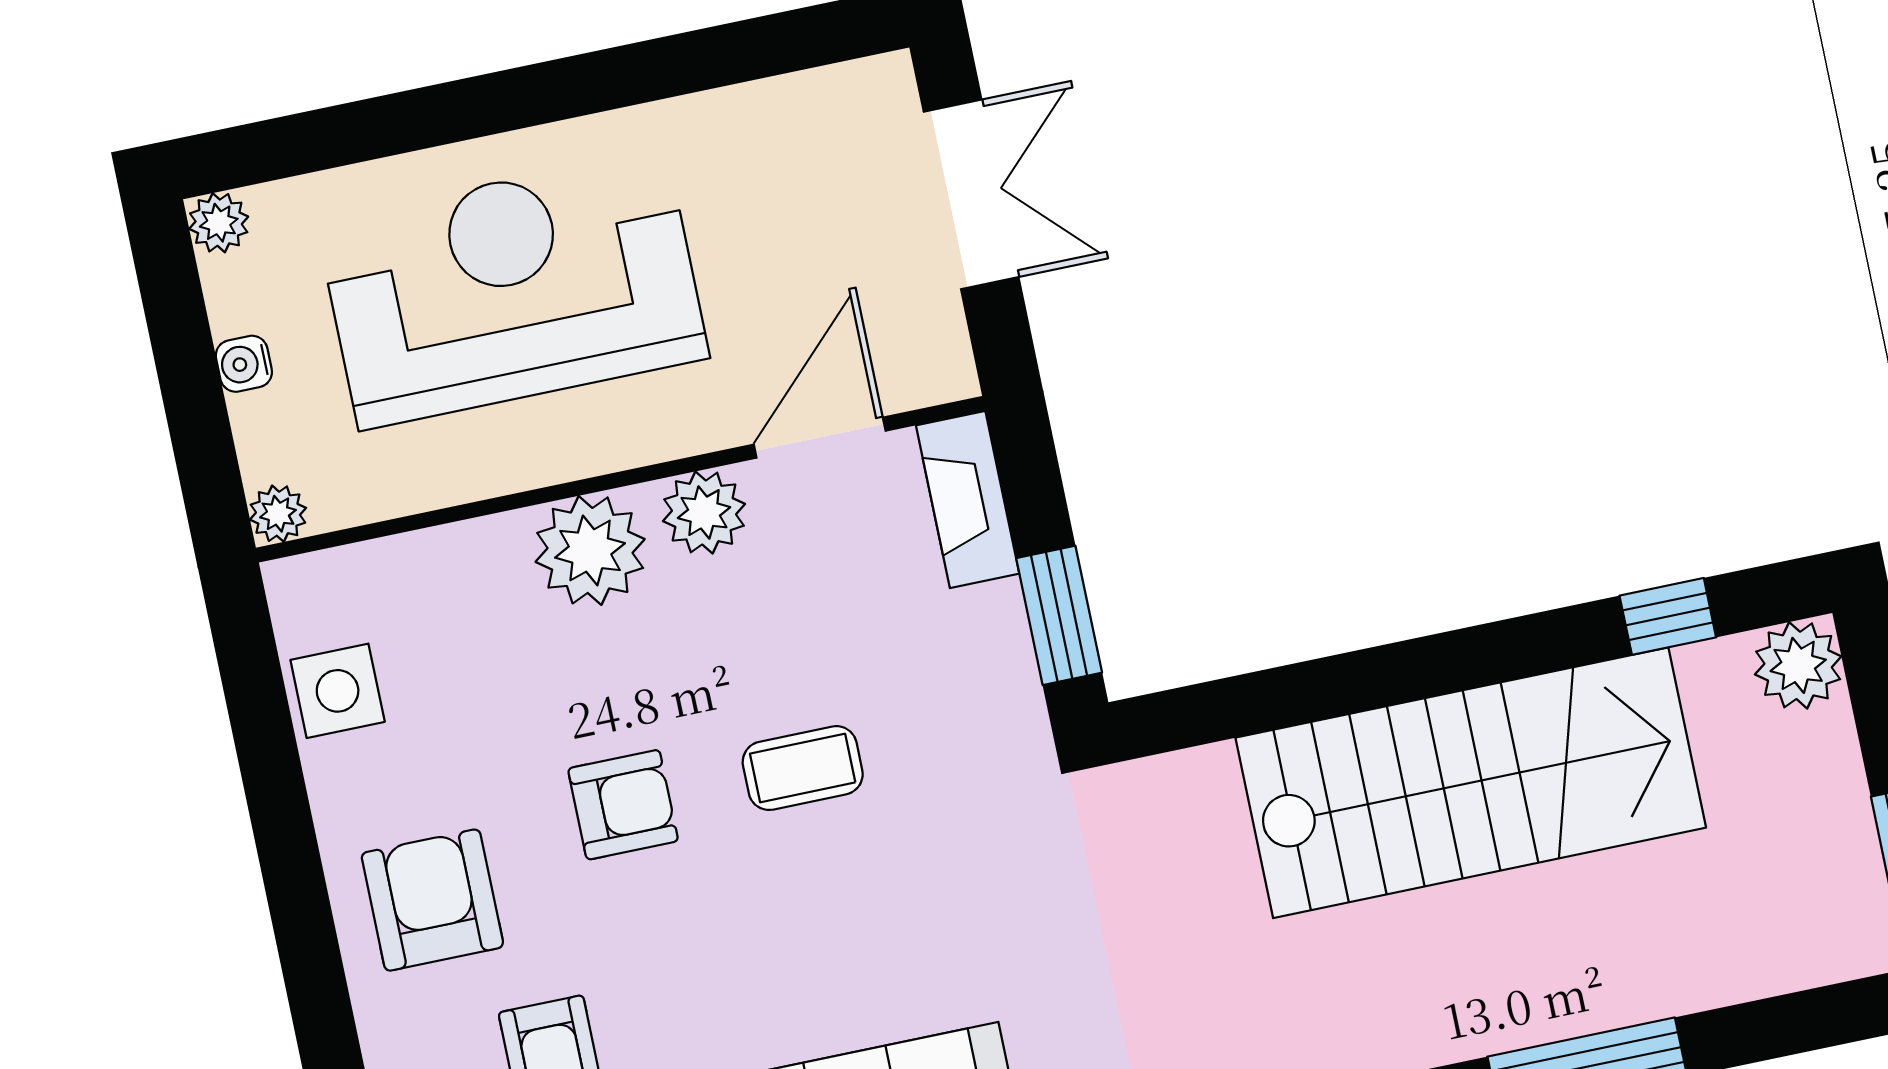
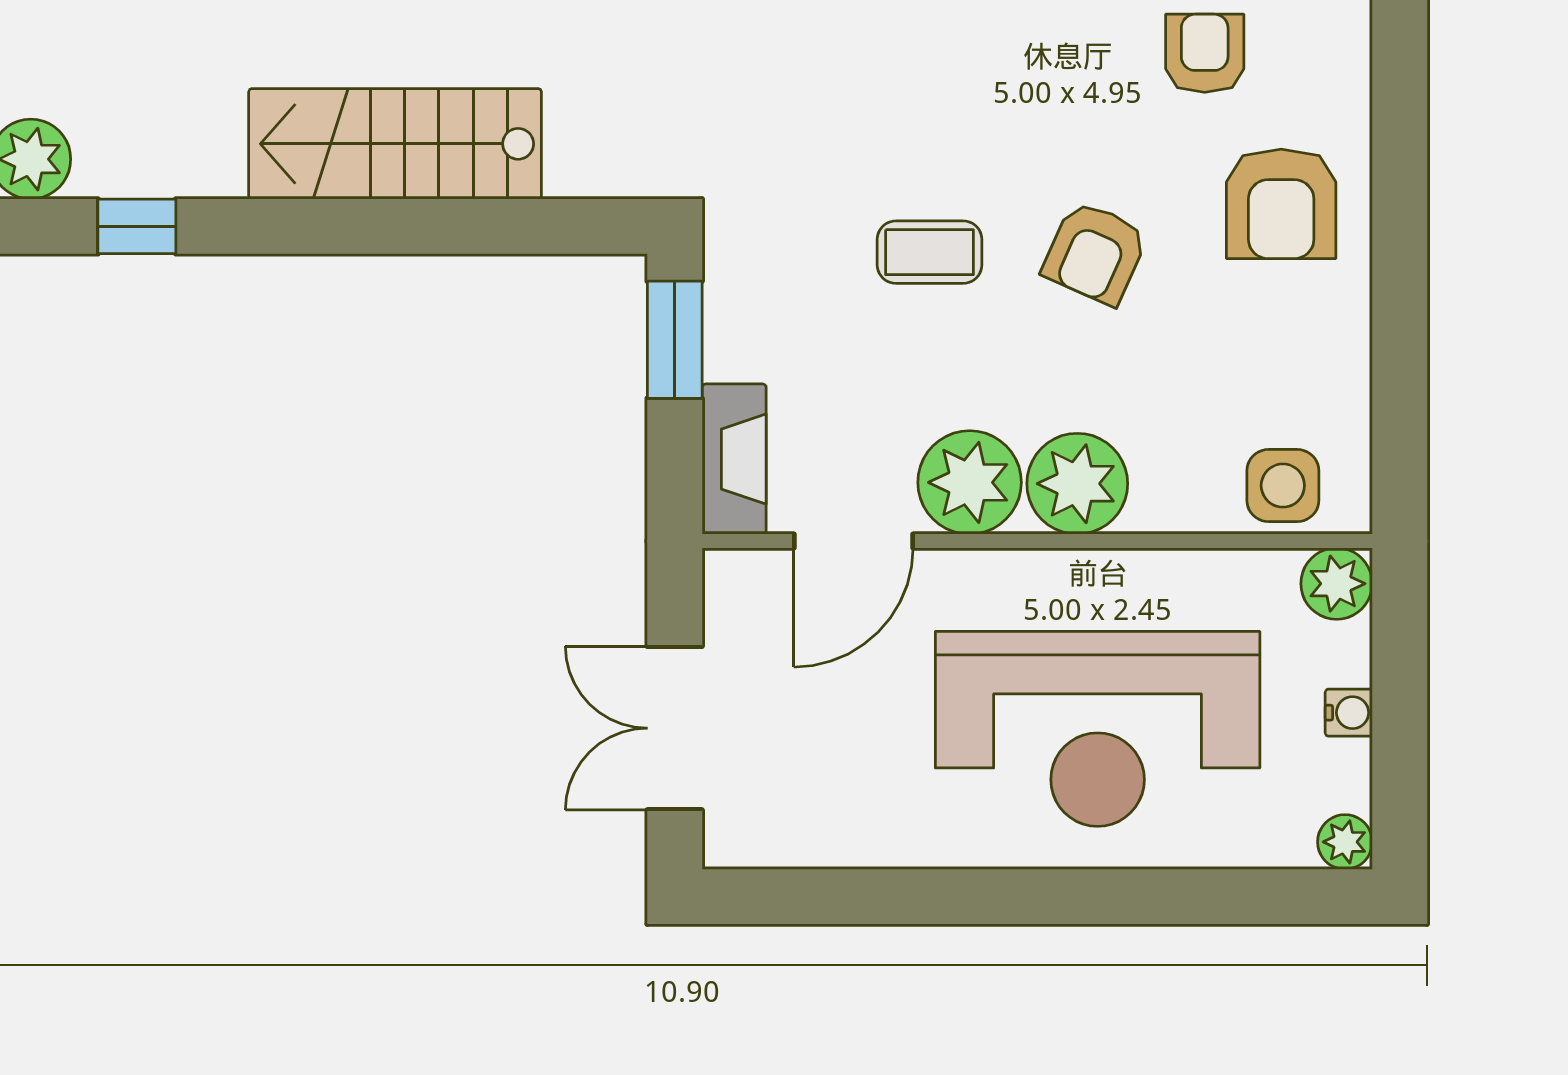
plant: (704, 513) -> (970, 482), width x1.36, depth x1.36
plant: (278, 514) -> (1337, 584), width x1.38, depth x1.38
side table: (338, 691) -> (1283, 486), moved
stairs: (1471, 783) -> (395, 144), width x0.73, depth x0.66
armchair: (623, 805) -> (1095, 253), turned -66

